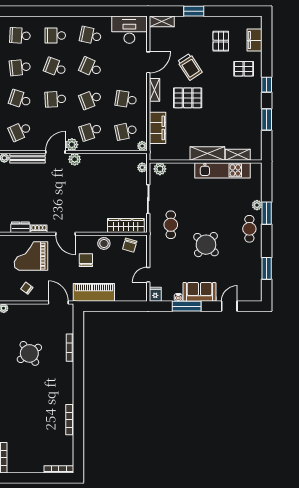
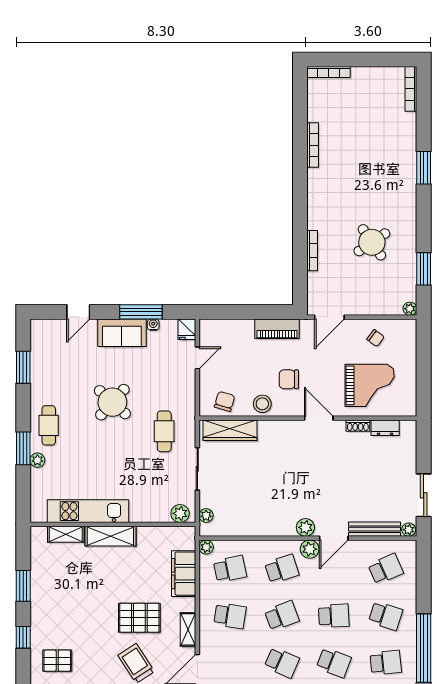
chair: (86, 260) -> (289, 379), turned 90
piano: (94, 292) -> (277, 329), width x0.73, depth x0.75
door: (58, 302) -> (329, 317), hinge flipped

